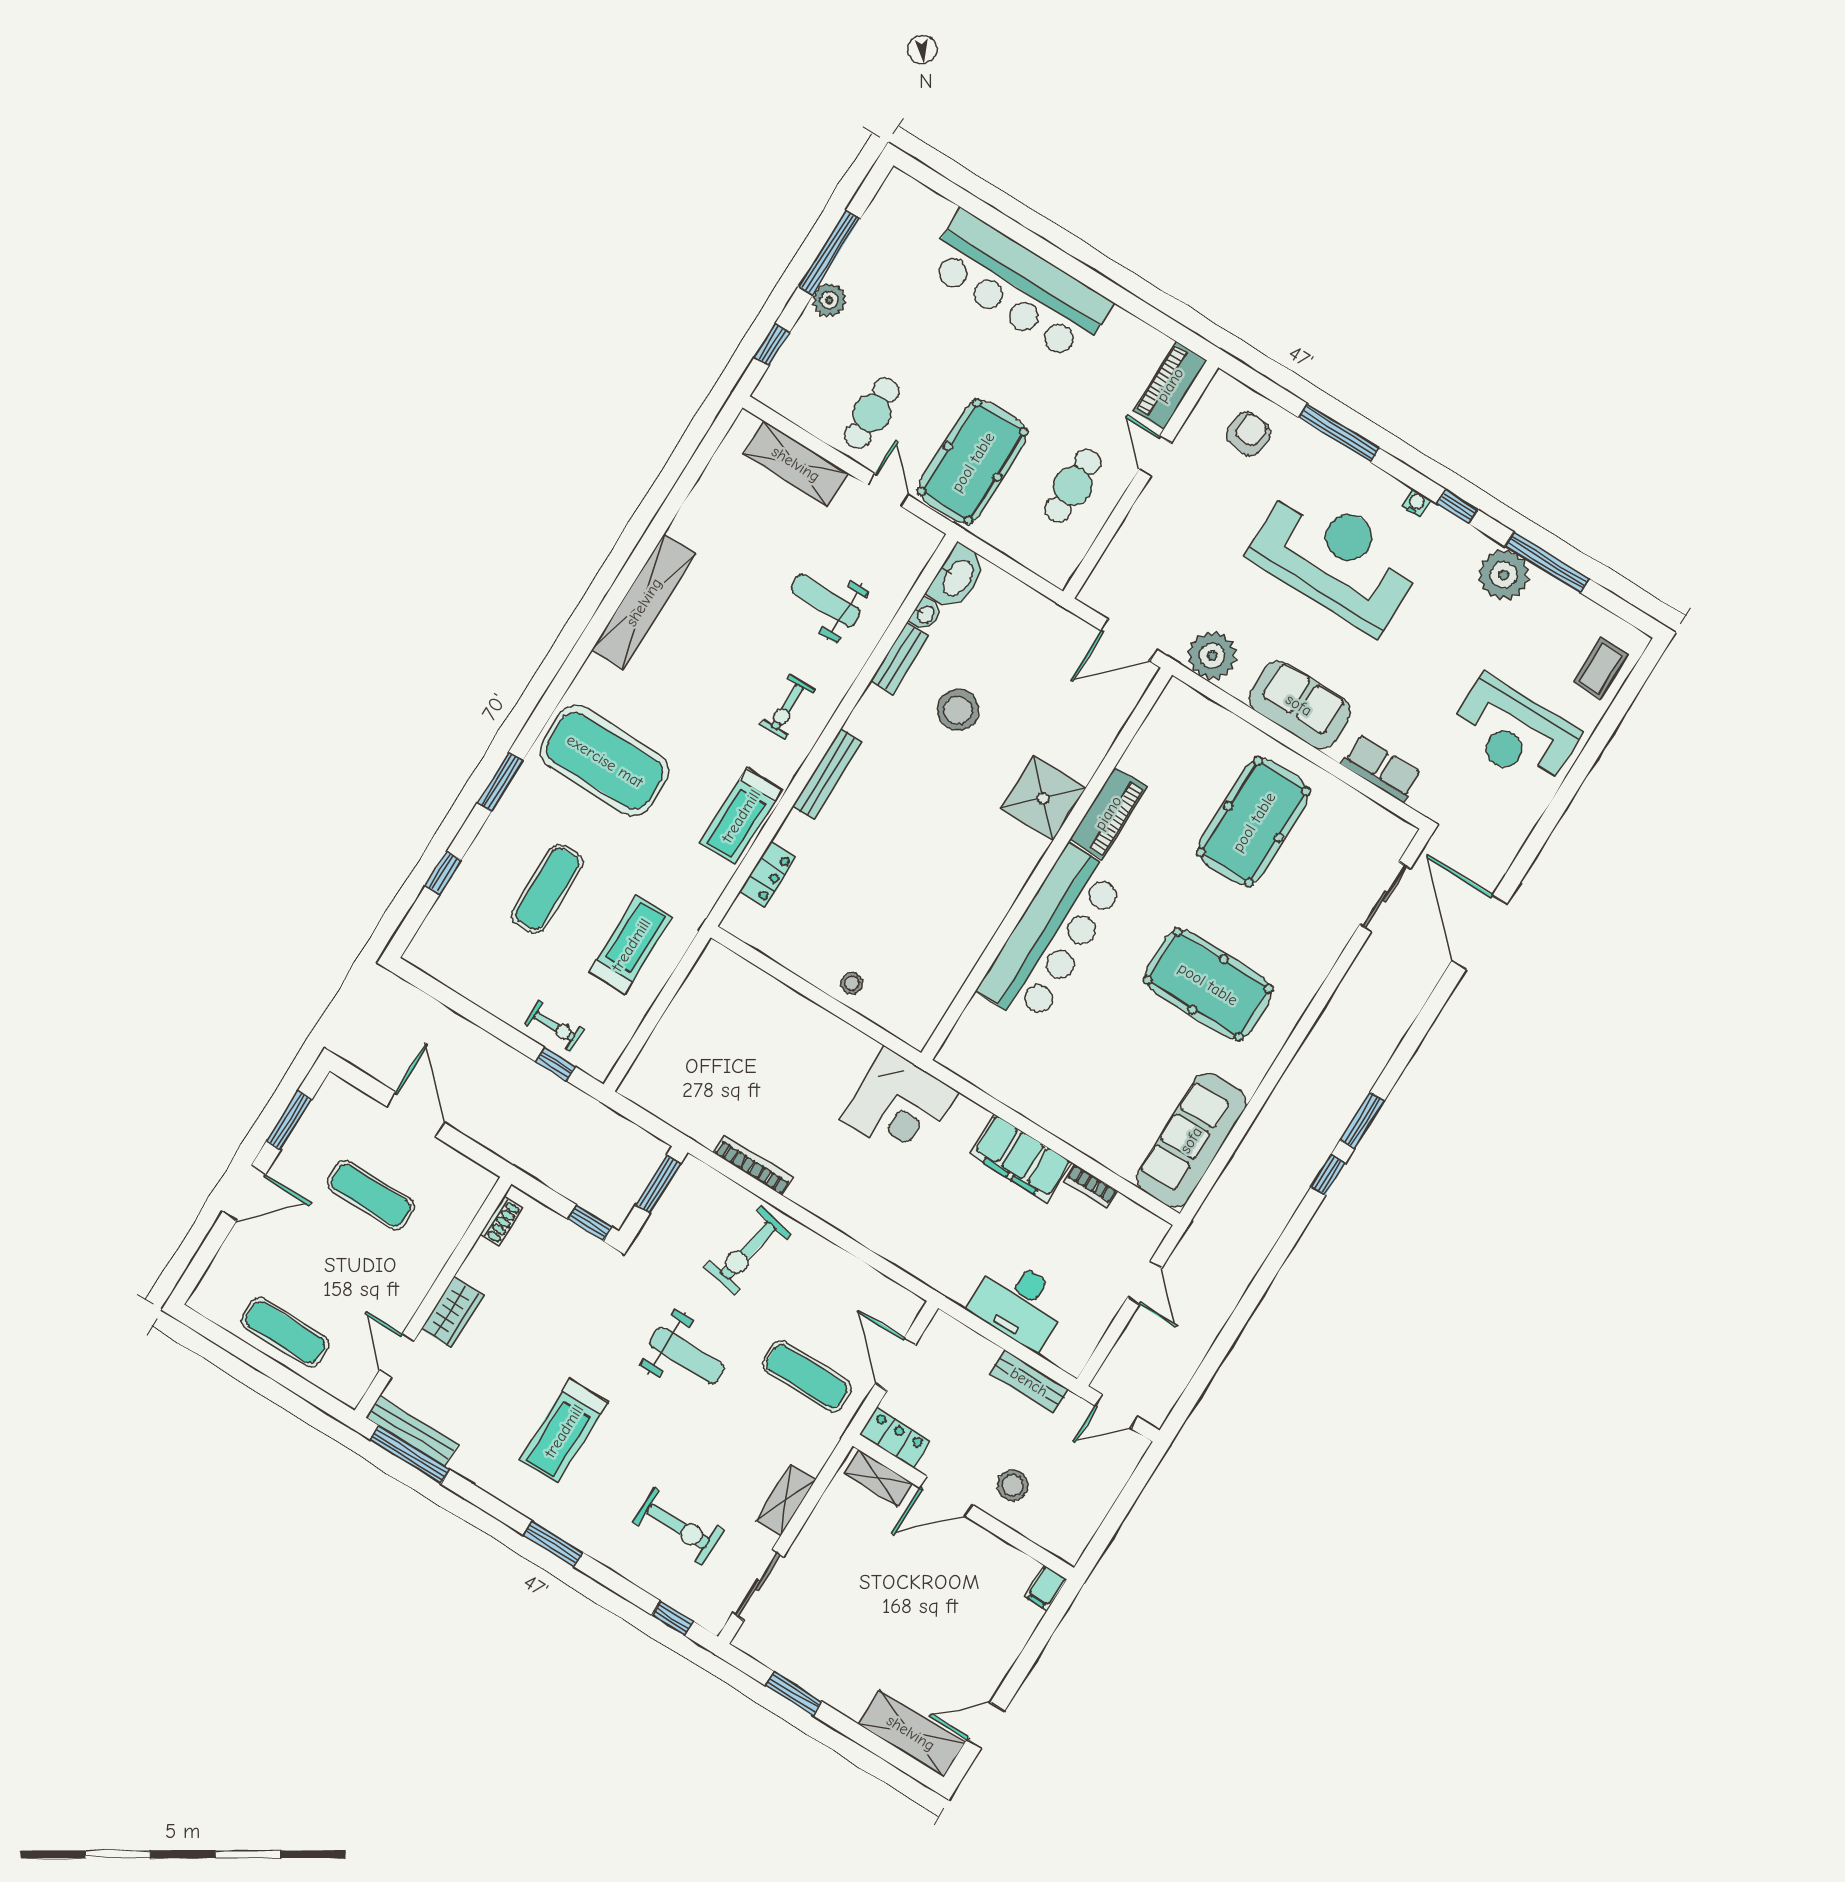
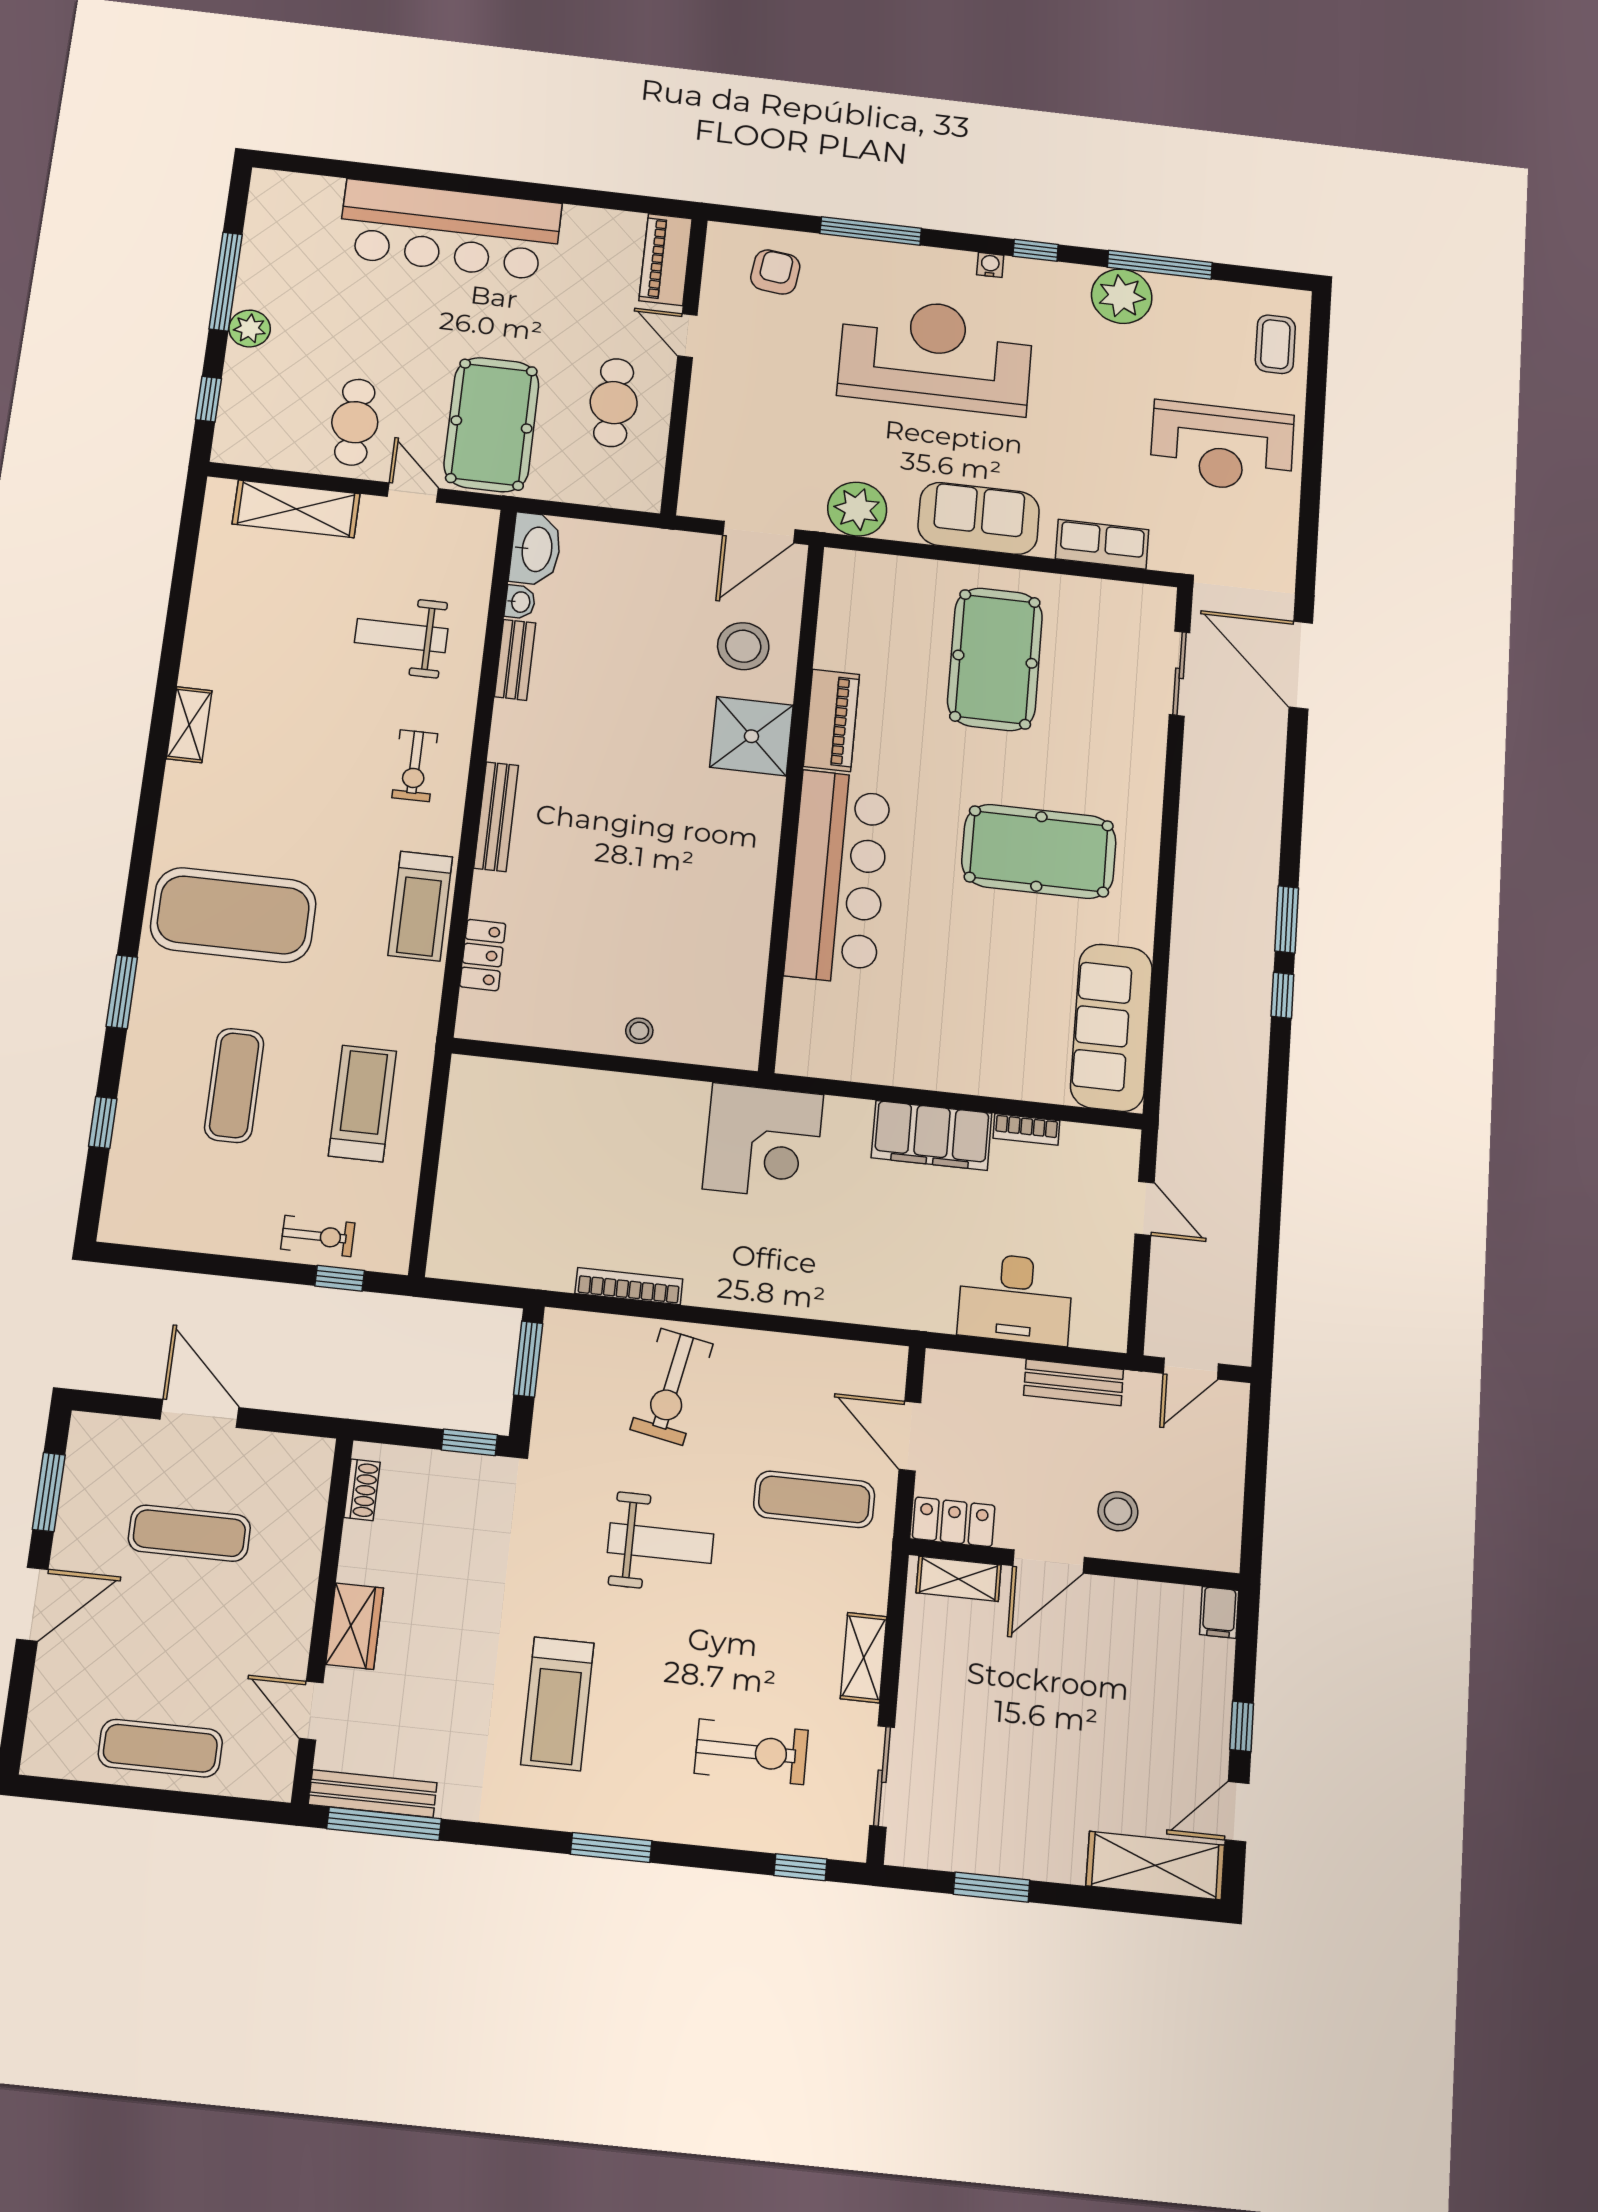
shelving: (644, 602) -> (189, 725), width x0.45, depth x0.75
stool: (958, 710) -> (743, 646), moved
window: (1020, 1671) -> (1242, 1726), added

